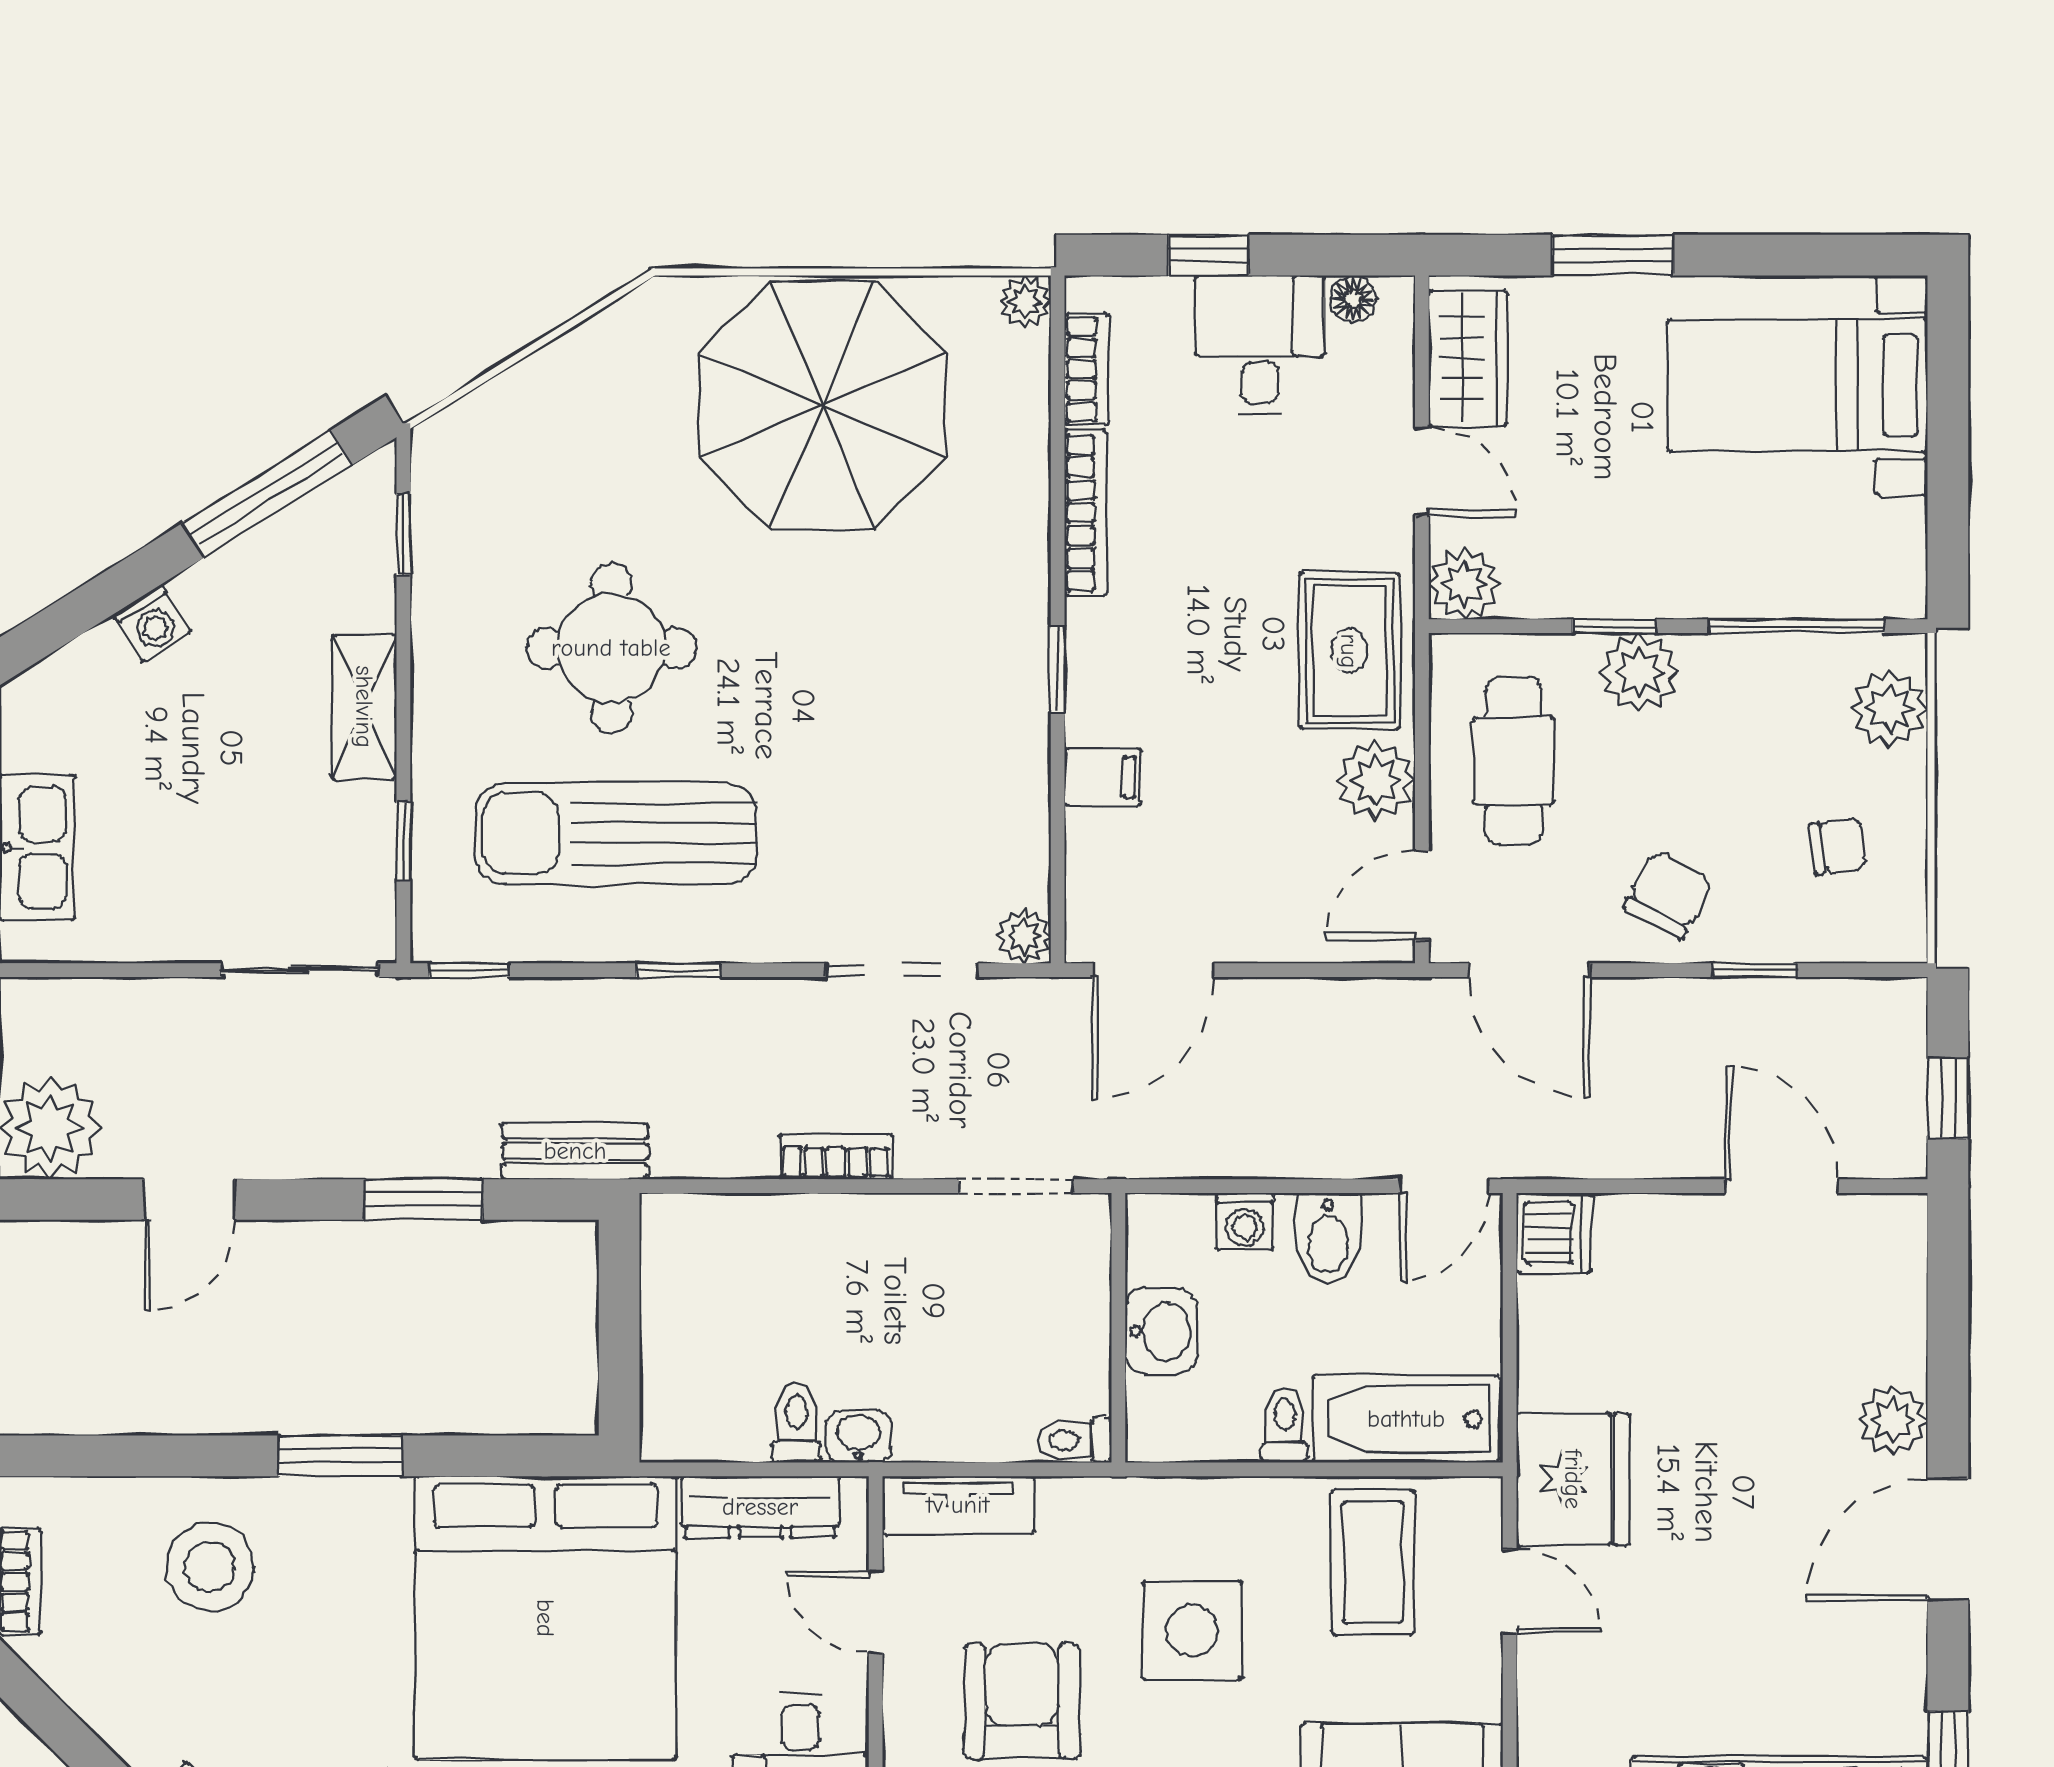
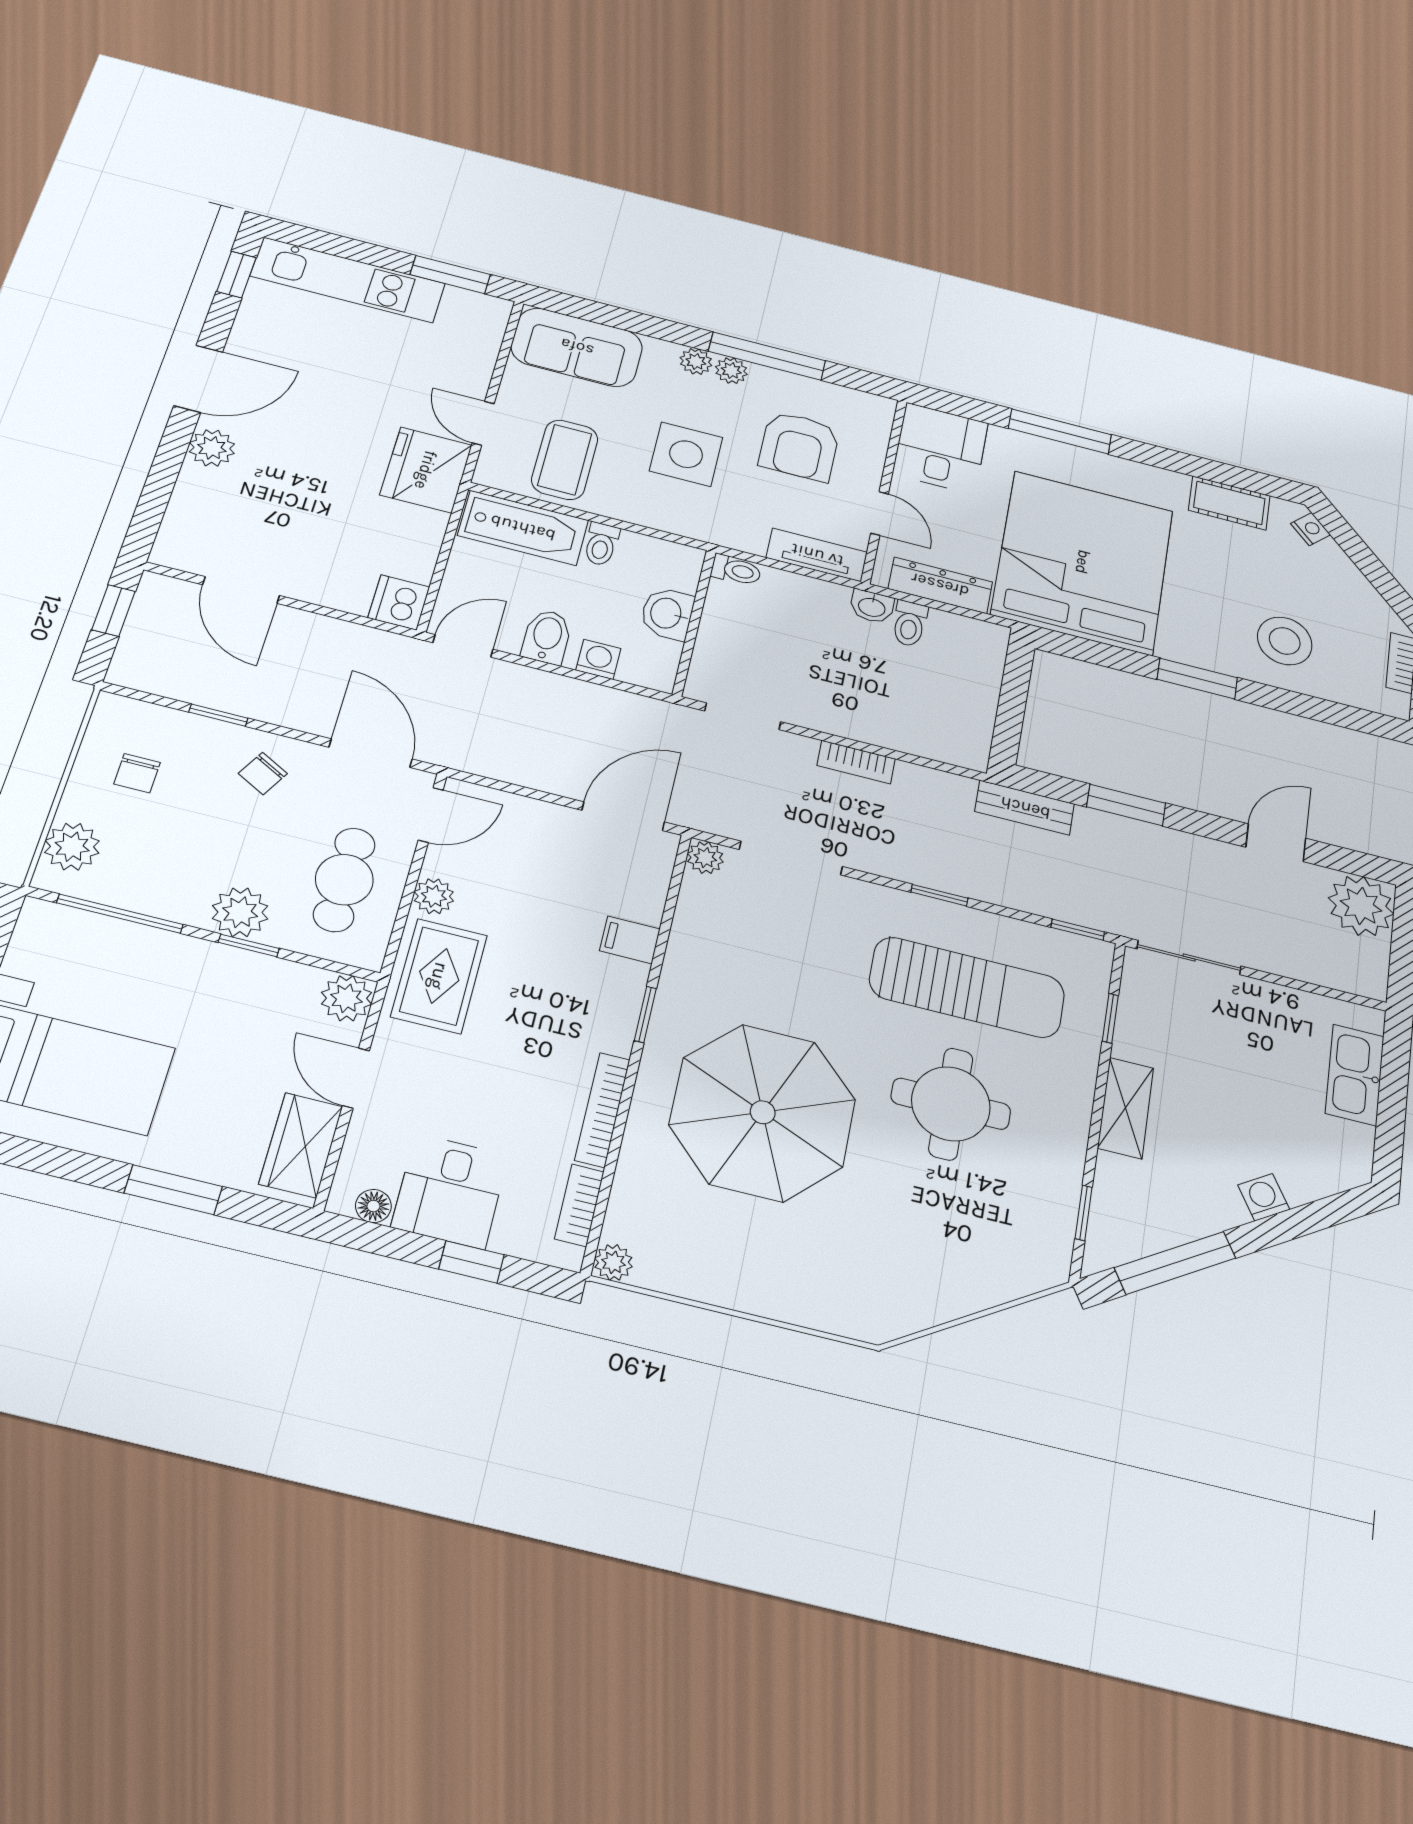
parasol: (823, 405) -> (763, 1112), moved
plant: (1375, 780) -> (434, 896), width x0.73, depth x0.73
chair: (1838, 846) -> (137, 773), turned -83
chair: (1668, 895) -> (263, 773), width x0.73, depth x0.73

